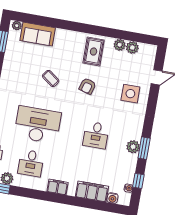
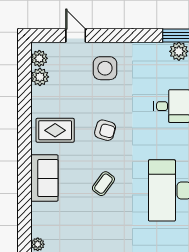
sofa: (38, 34) -> (44, 178), moved
plant: (120, 45) -> (39, 58), moved

